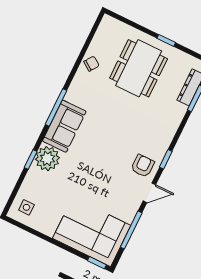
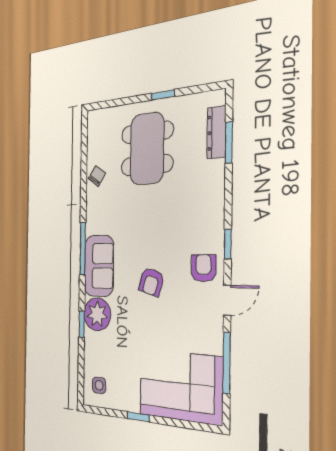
armchair: (101, 157) -> (151, 282), added
window: (97, 263) -> (138, 417), moved

